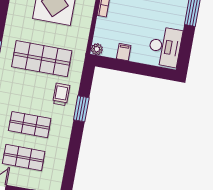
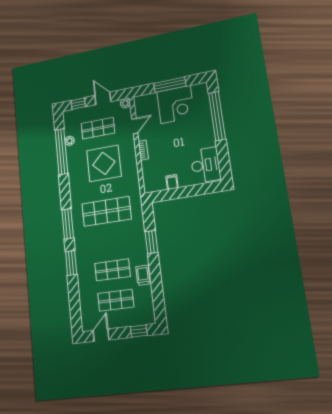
plant: (97, 49) -> (149, 188), removed
trolley: (61, 94) -> (143, 275), moved

